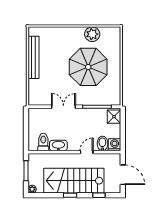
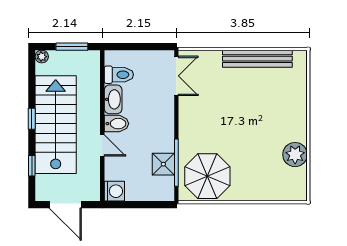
parasol: (88, 67) -> (207, 176), moved, width x0.73, depth x0.73
double door: (63, 107) -> (176, 76), moved
shower: (114, 117) -> (163, 164), moved
bidet: (102, 143) -> (116, 124), moved
door: (123, 175) -> (65, 205), hinge flipped

